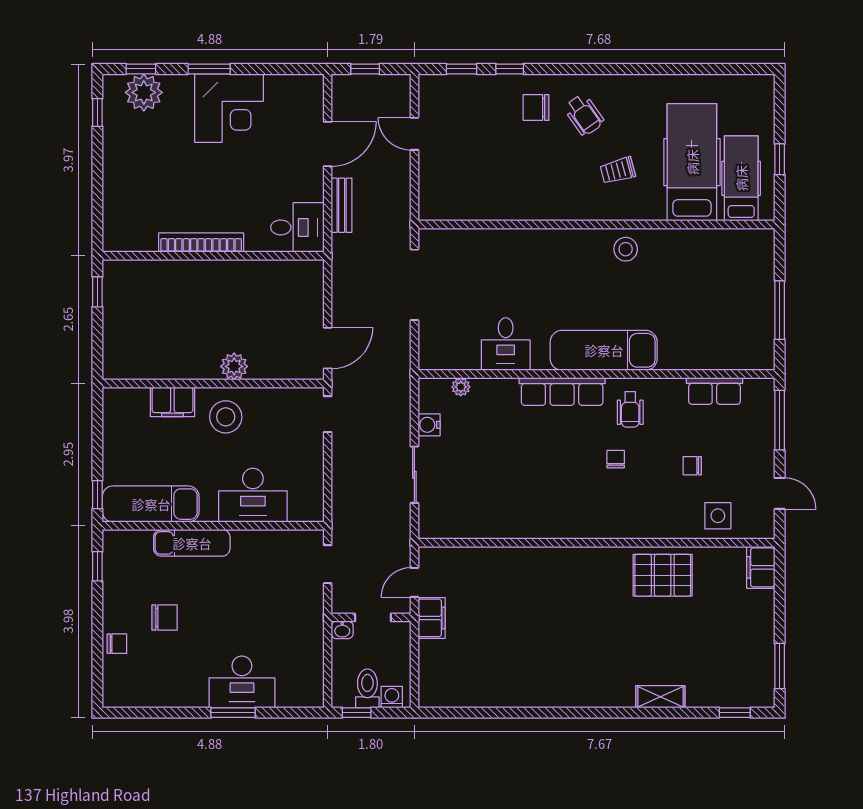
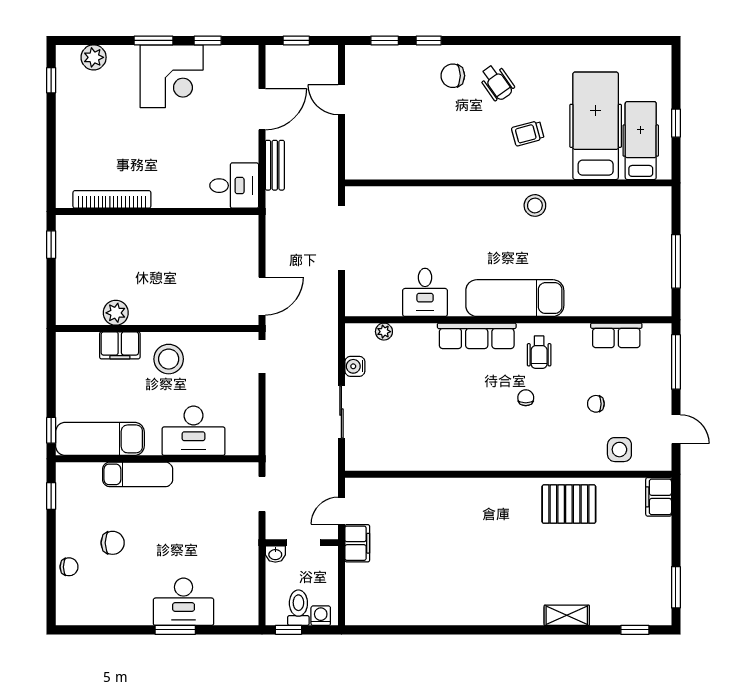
window: (141, 69) -> (208, 40), moved
plant: (144, 92) -> (94, 57), width x0.73, depth x0.73
bookcase: (201, 243) -> (112, 199), moved
plant: (234, 366) -> (116, 313), moved

